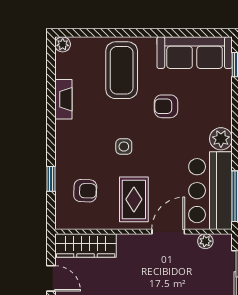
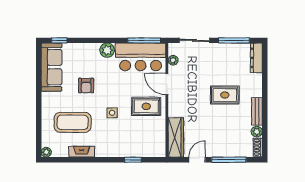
coffee table: (122, 70) -> (73, 122), moved
armchair: (85, 191) -> (141, 138), removed

